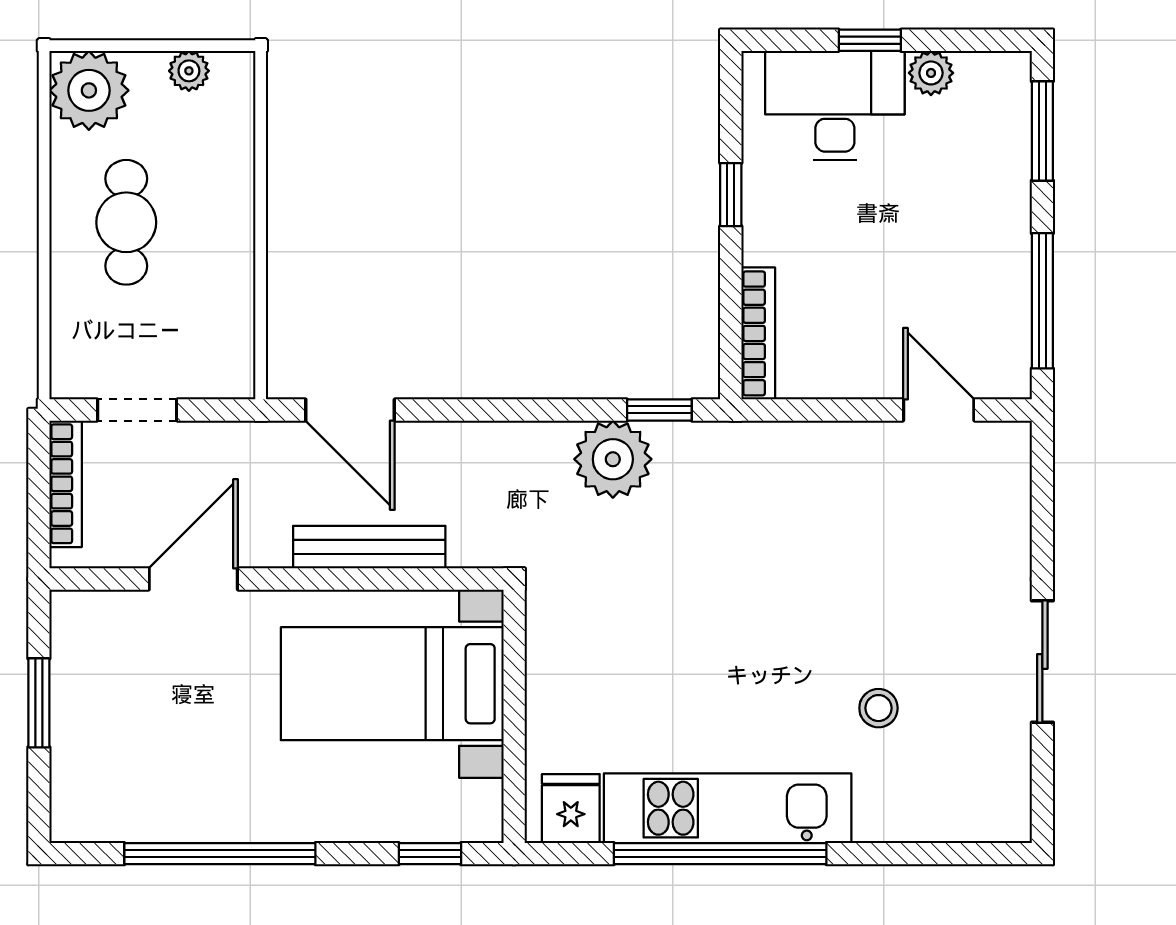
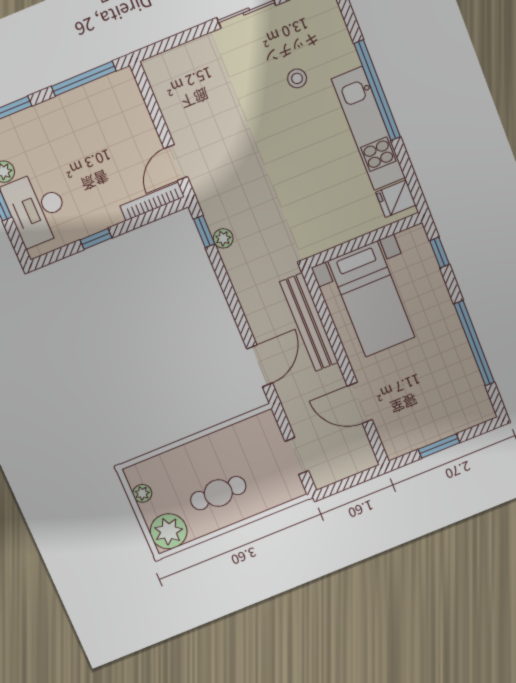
door: (939, 410) -> (176, 163), moved
plant: (613, 459) -> (223, 238), width x0.53, depth x0.53
bookcase: (66, 484) -> (341, 473), removed
bench: (369, 547) -> (309, 322), width x1.37, depth x1.21
window: (720, 854) -> (377, 90), moved

